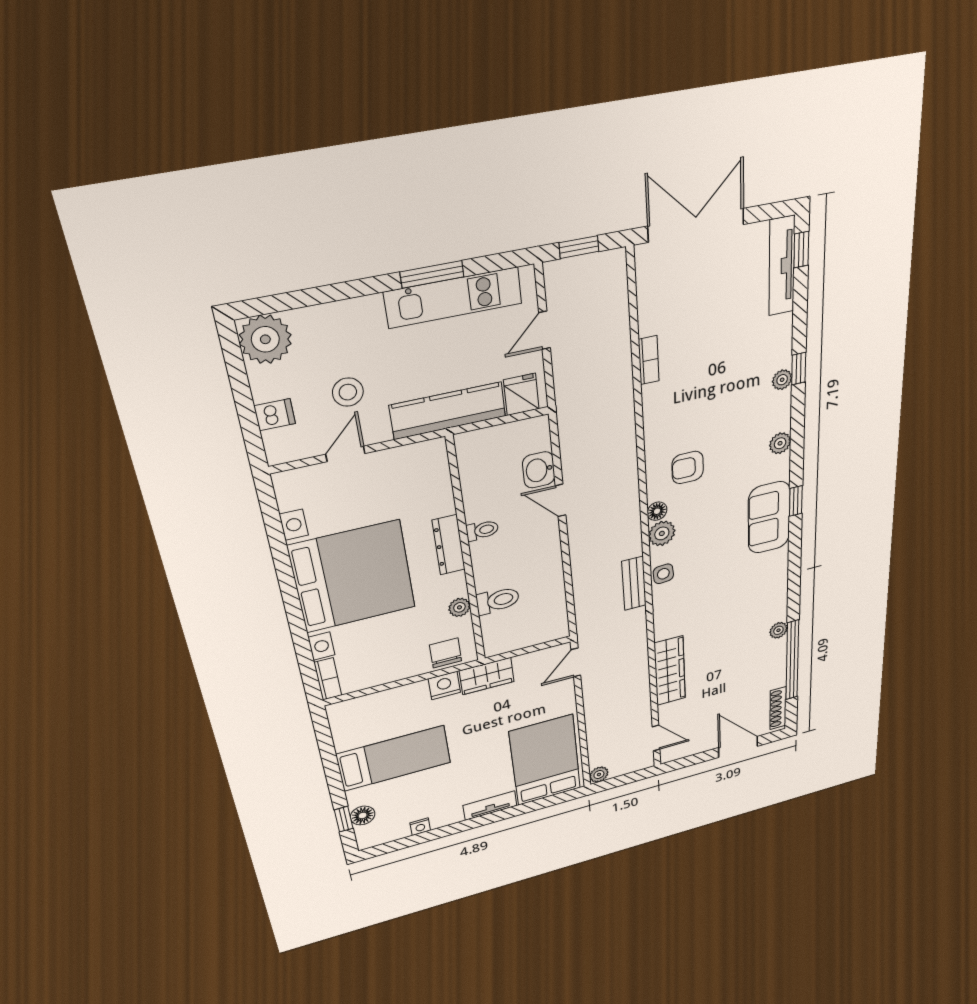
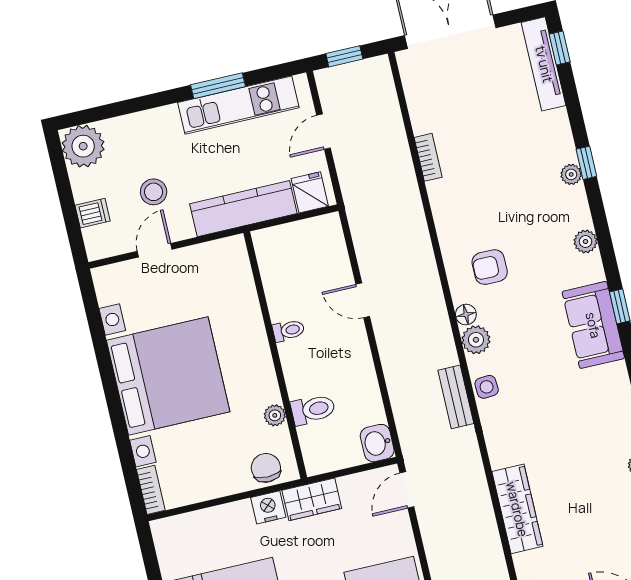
washbasin: (539, 470) -> (377, 443), moved
dresser: (449, 545) -> (257, 345), removed

